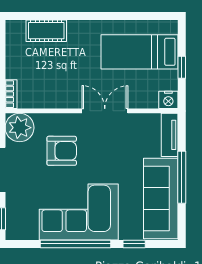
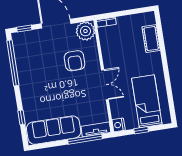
window: (182, 177) -> (85, 139), moved
corner sofa: (79, 212) -> (37, 78), removed
window: (76, 244) -> (13, 63), moved

